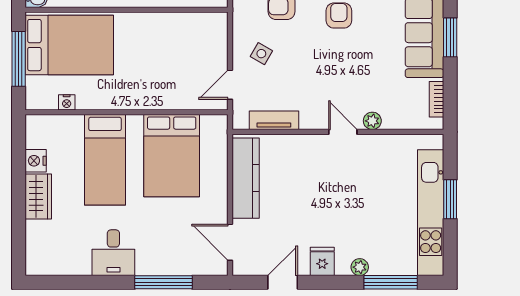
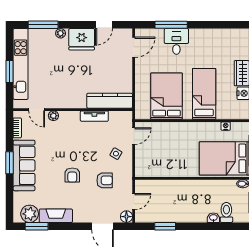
tv unit: (274, 120) -> (94, 116), moved
door: (343, 132) -> (37, 110), moved
kitchen counter: (246, 178) -> (110, 101), moved, turned 90
door: (230, 242) -> (134, 47), hinge flipped
desk: (113, 253) -> (176, 41), moved
fridge: (322, 261) -> (82, 39), width x1.88, depth x1.34

